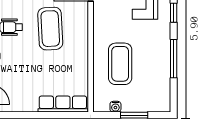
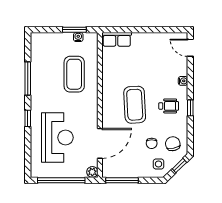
row of seats: (63, 104) -> (117, 39), width x0.68
window: (134, 115) -> (74, 30), moved

